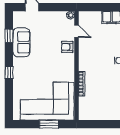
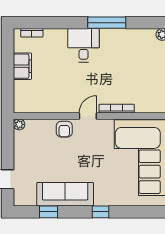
door: (77, 31) -> (88, 116), moved
sofa: (21, 42) -> (65, 194), width x1.36

